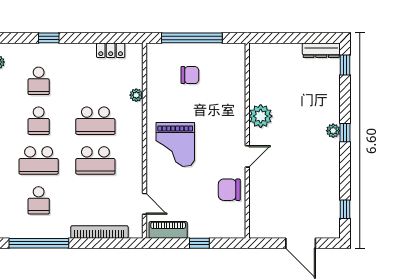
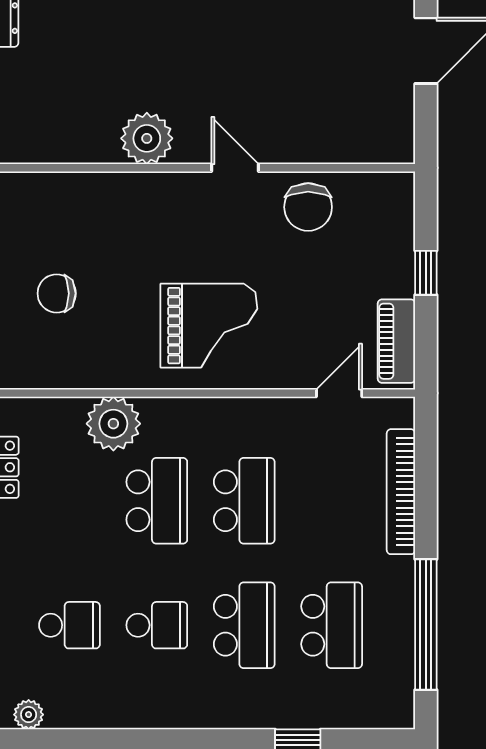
chair: (190, 75) -> (57, 293), turned -90
plant: (136, 95) -> (113, 424), width x1.87, depth x1.87
school desk: (39, 200) -> (332, 625), width x1.85

